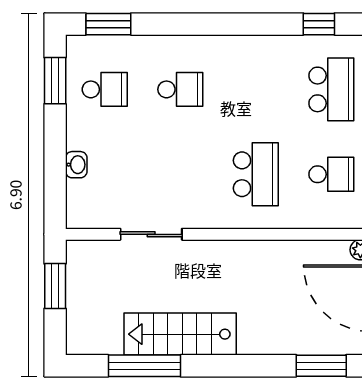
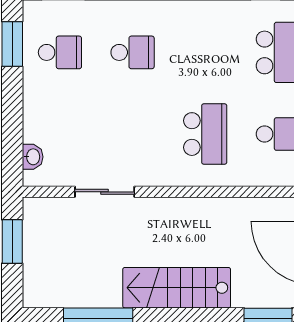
washbasin: (76, 165) -> (33, 157), moved
stairs: (180, 334) -> (177, 288), moved

